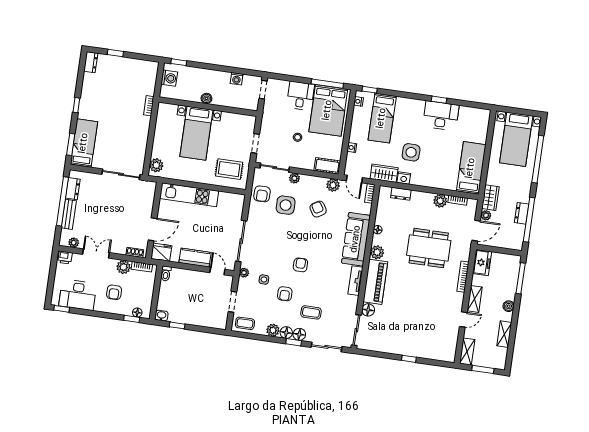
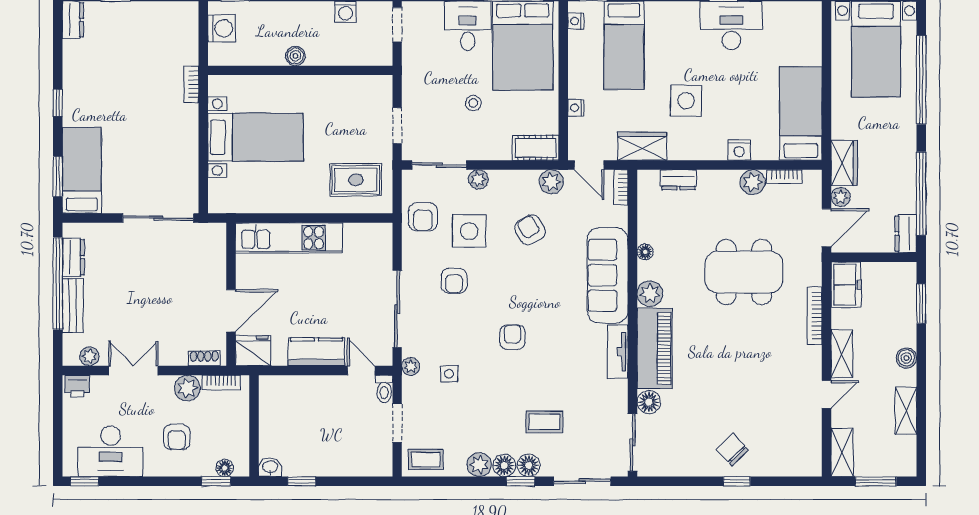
bed with nightstands: (196, 133) -> (255, 137), moved, turned -90
plant: (156, 165) -> (221, 192), removed
nightstand: (404, 178) -> (739, 150), moved
dresser: (522, 213) -> (906, 234), moved
toilet: (166, 274) -> (384, 389), moved
window: (521, 278) -> (921, 304), width x0.69
armchair: (285, 294) -> (454, 281), moved
chair: (409, 342) -> (732, 450), added

